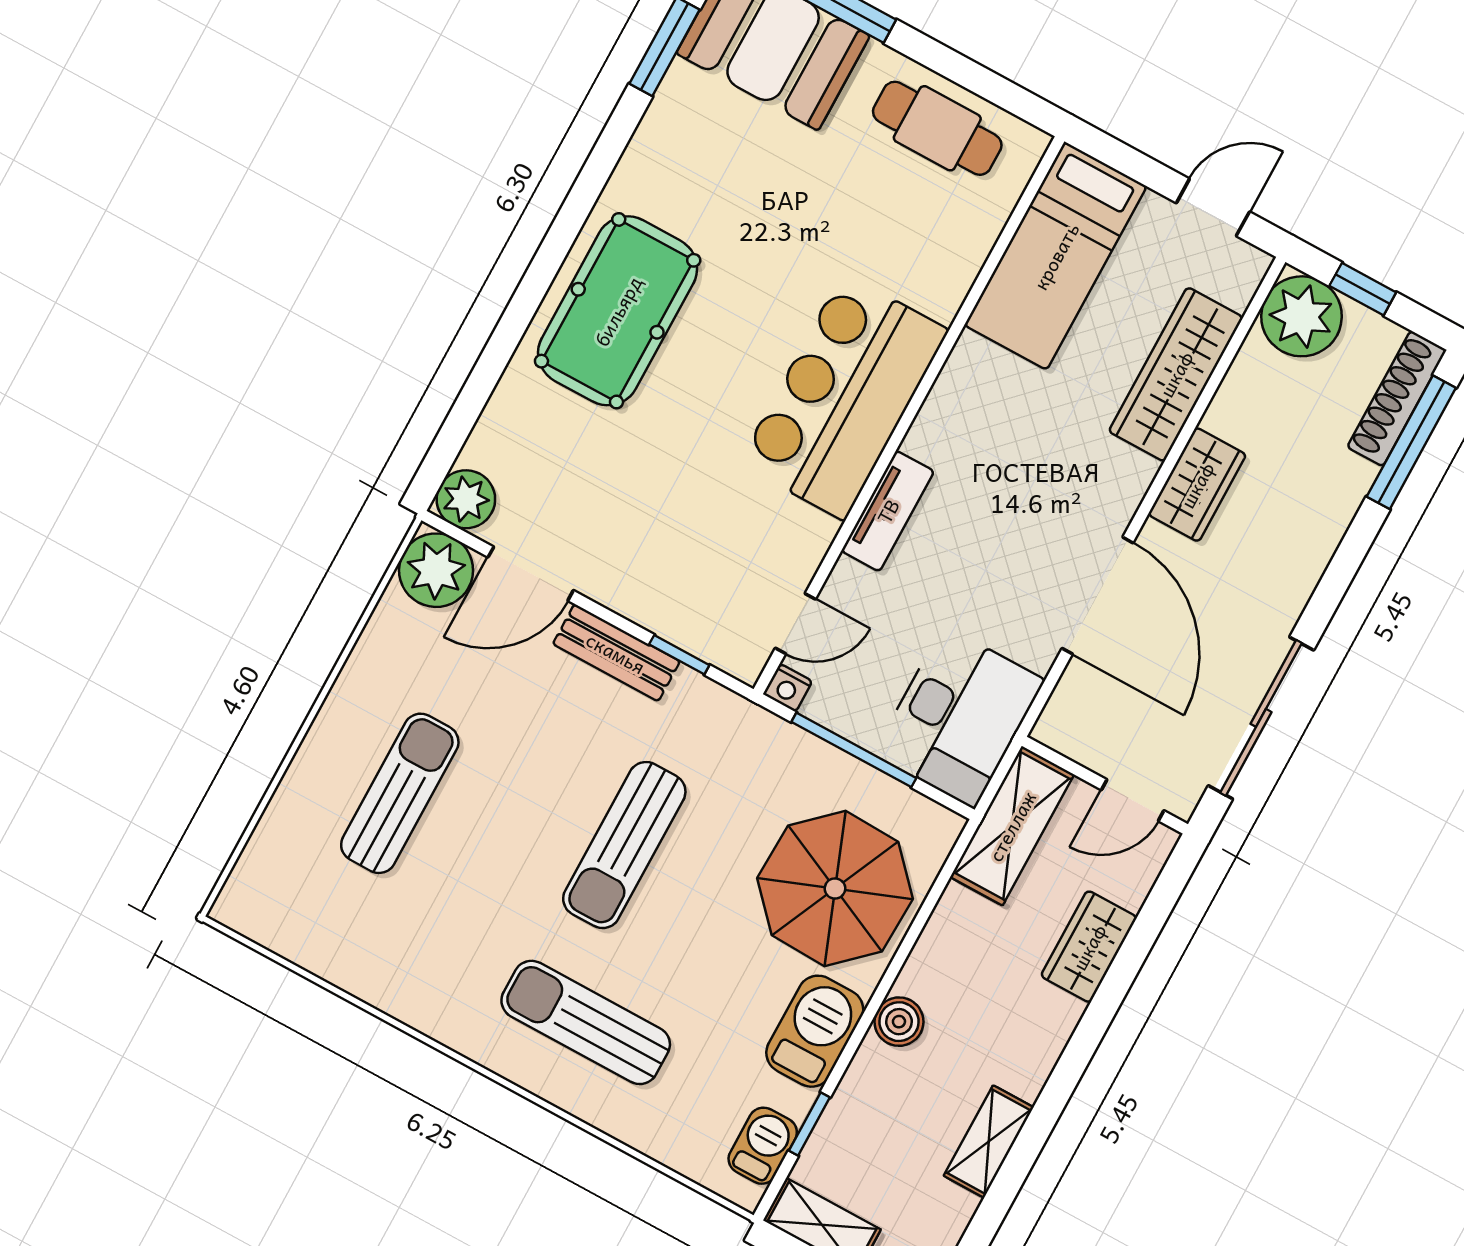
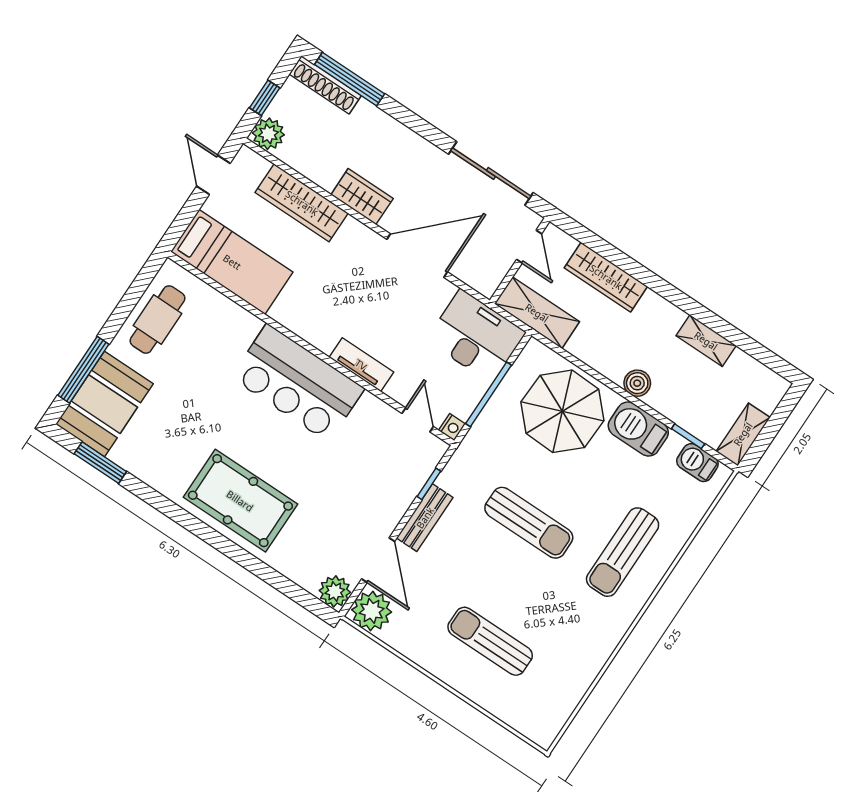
plant: (1302, 316) -> (268, 134), width x0.73, depth x0.73
wardrobe: (1089, 947) -> (606, 277), width x1.50

